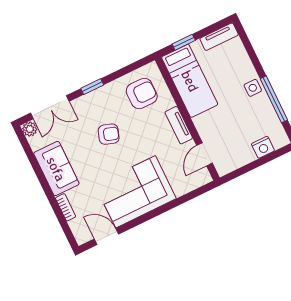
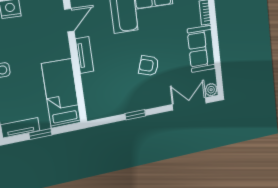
window: (184, 42) -> (40, 134), moved
window: (92, 87) -> (135, 115), moved
armchair: (142, 94) -> (109, 94), removed

